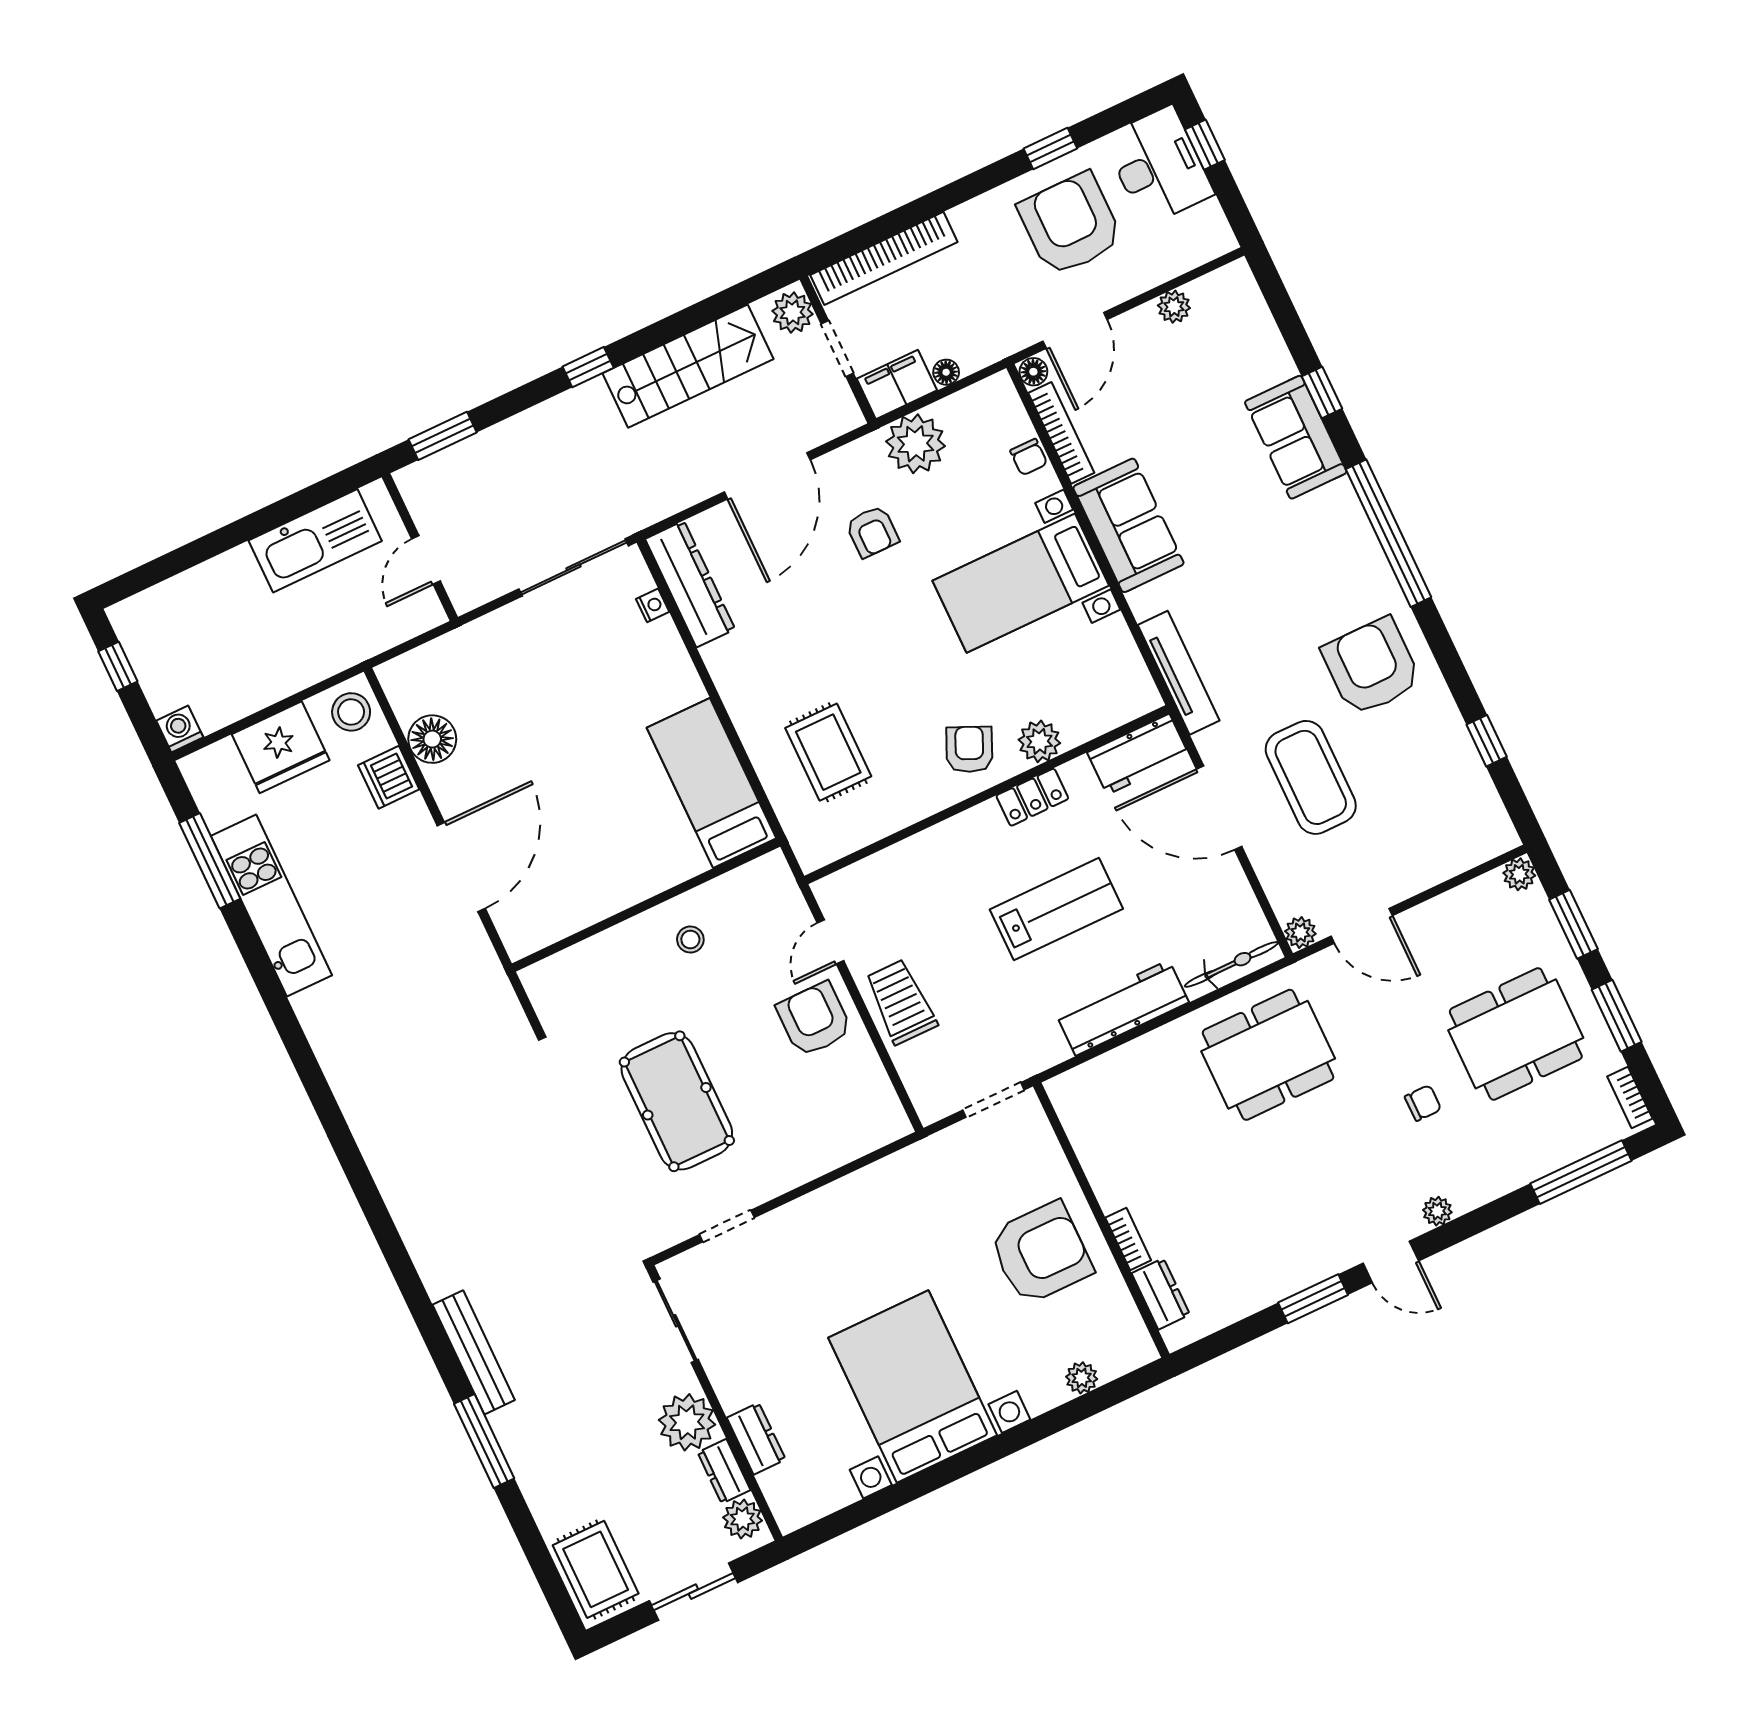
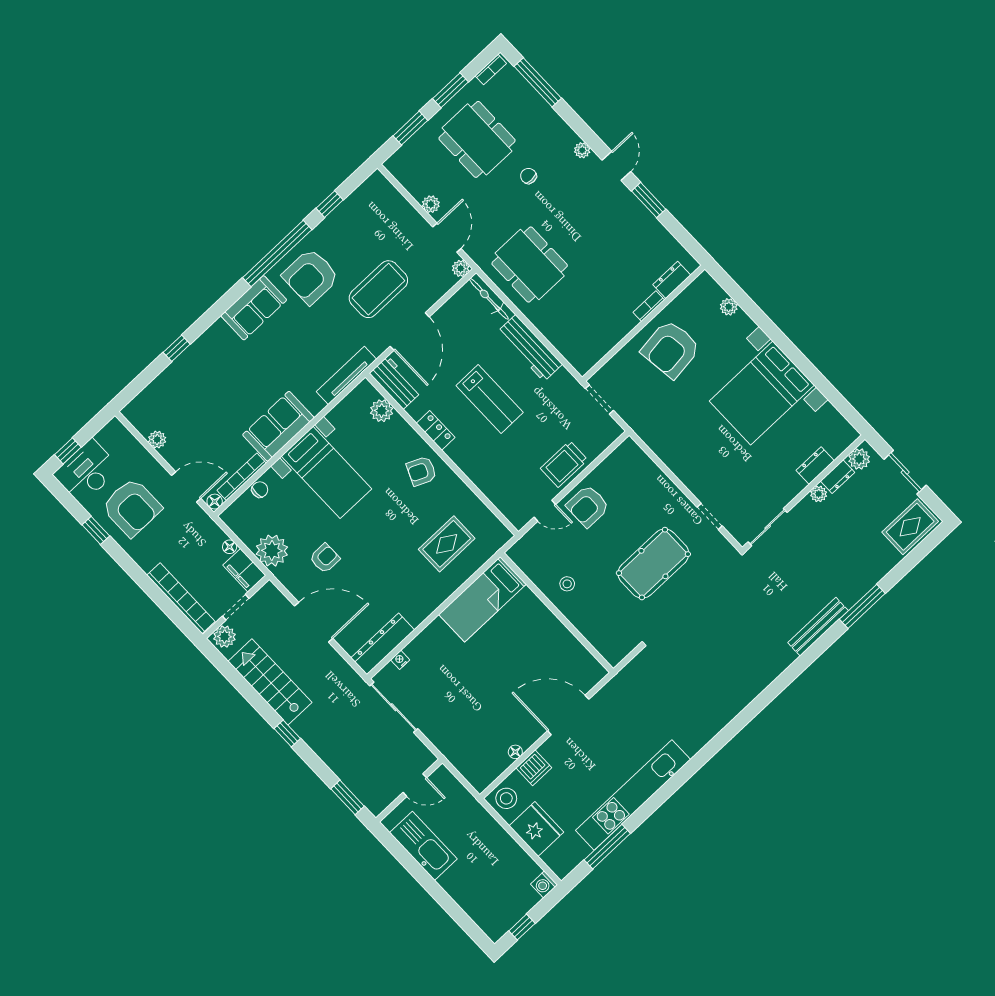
armchair: (1070, 224) -> (132, 507), turned -90
sofa: (1296, 437) -> (254, 308), moved
window: (1388, 533) -> (277, 254), moved
floor lamp: (432, 739) -> (515, 752), width x0.53, depth x0.53
plant: (1039, 741) -> (382, 411), moved
plant: (1519, 874) -> (431, 204), moved
kitchen unit: (271, 906) -> (633, 795), width x1.36
lab bench: (1056, 909) -> (490, 399), turned 180
armchair: (1041, 1253) -> (671, 349), turned -97
plant: (687, 1422) -> (819, 494), width x0.53, depth x0.53

